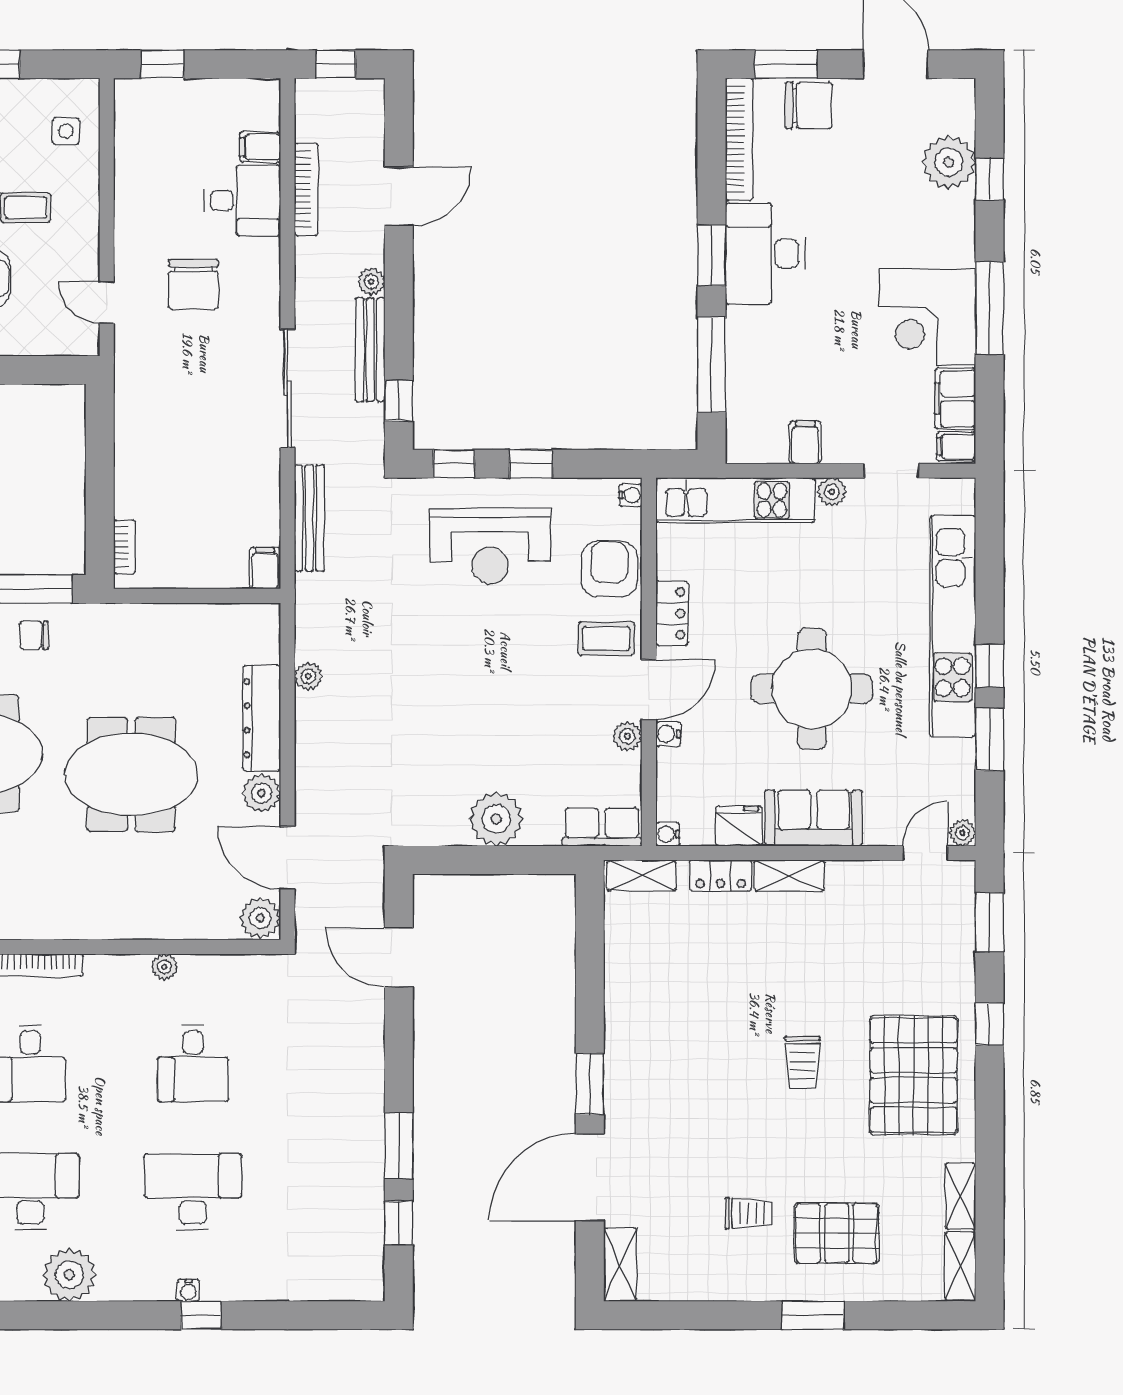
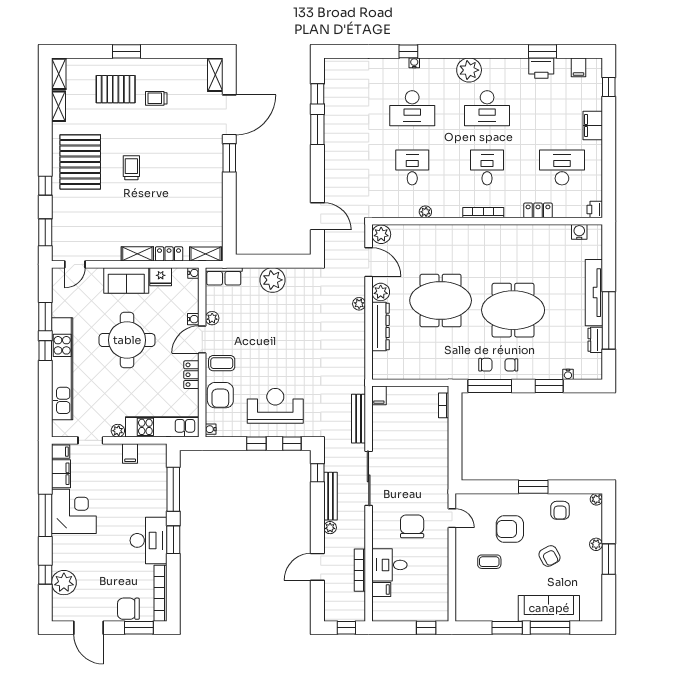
side table: (66, 131) -> (471, 597), removed
plant: (308, 676) -> (359, 304), moved
plant: (962, 833) -> (58, 274), removed

